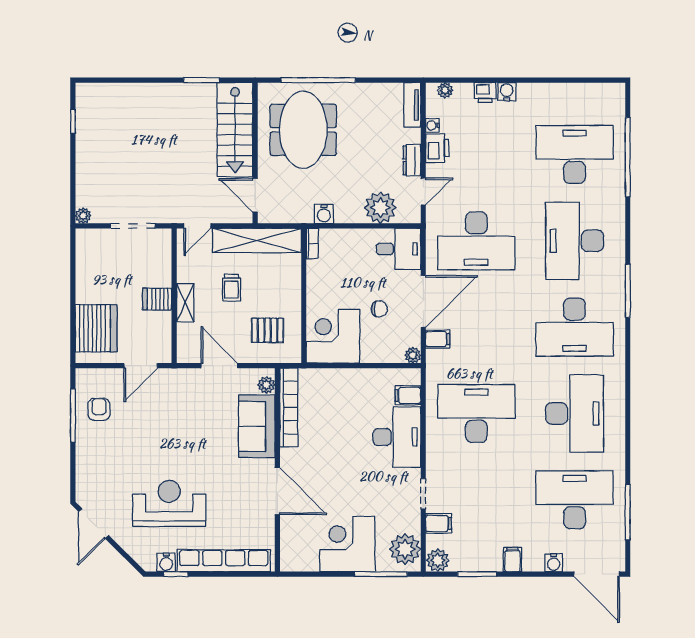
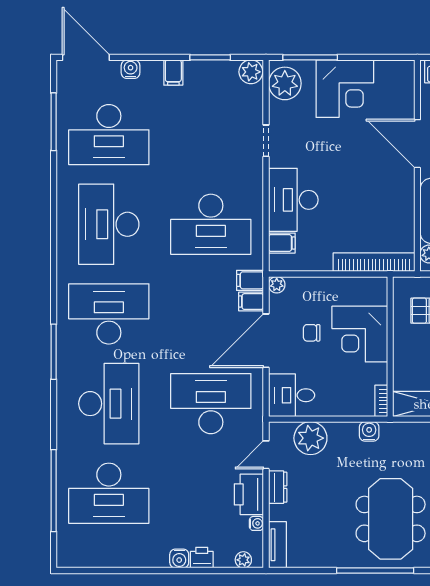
printer: (437, 148) -> (249, 494), width x1.37, depth x1.19
corner desk: (333, 336) -> (360, 334), moved, turned 90
bookcase: (289, 407) -> (374, 262), moved, turned 90
filing cabinet: (439, 523) -> (250, 280), moved

